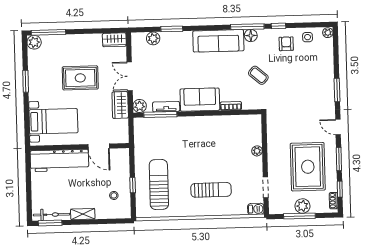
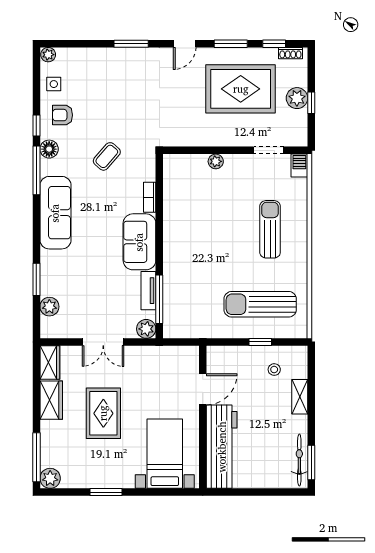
floor lamp: (251, 35) -> (49, 149), moved
wardrobe: (120, 105) -> (51, 400), moved, turned -90
shelving: (83, 214) -> (300, 397), moved
window: (299, 216) -> (311, 103), width x0.46

